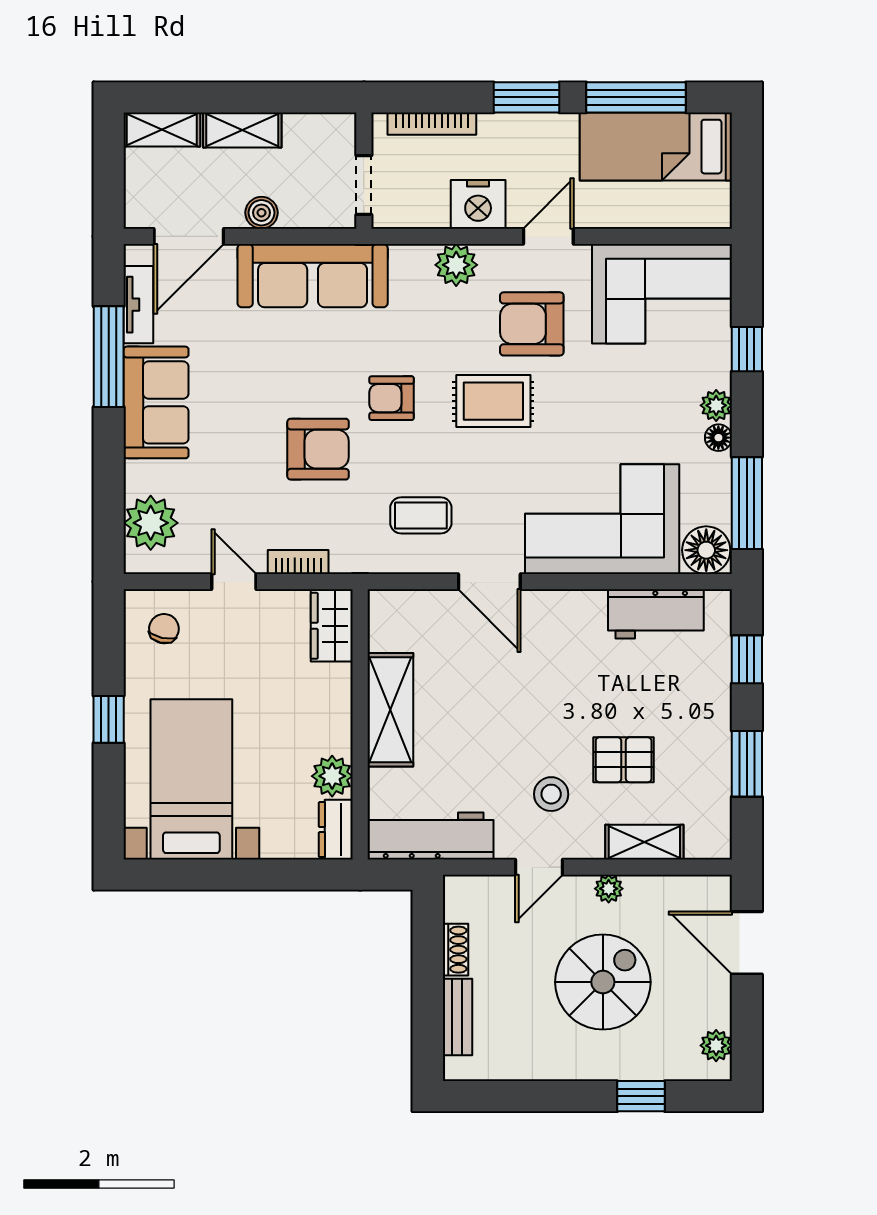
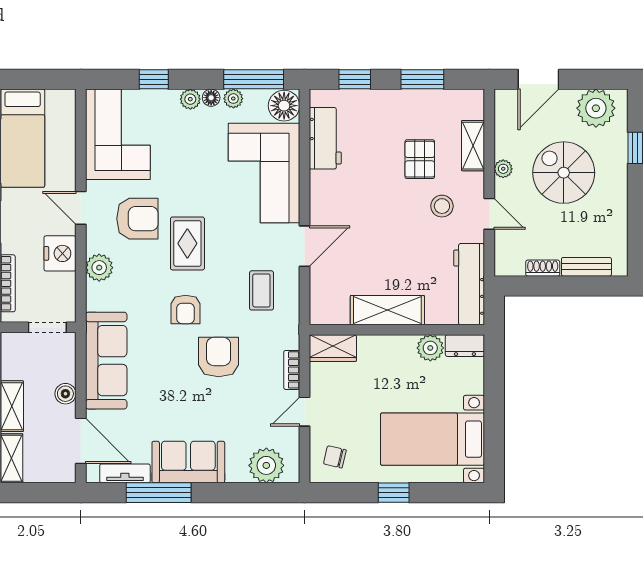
armchair: (532, 324) -> (137, 219), turned -90
plant: (717, 472) -> (233, 99), added
plant: (716, 1046) -> (596, 108), width x1.88, depth x1.88

